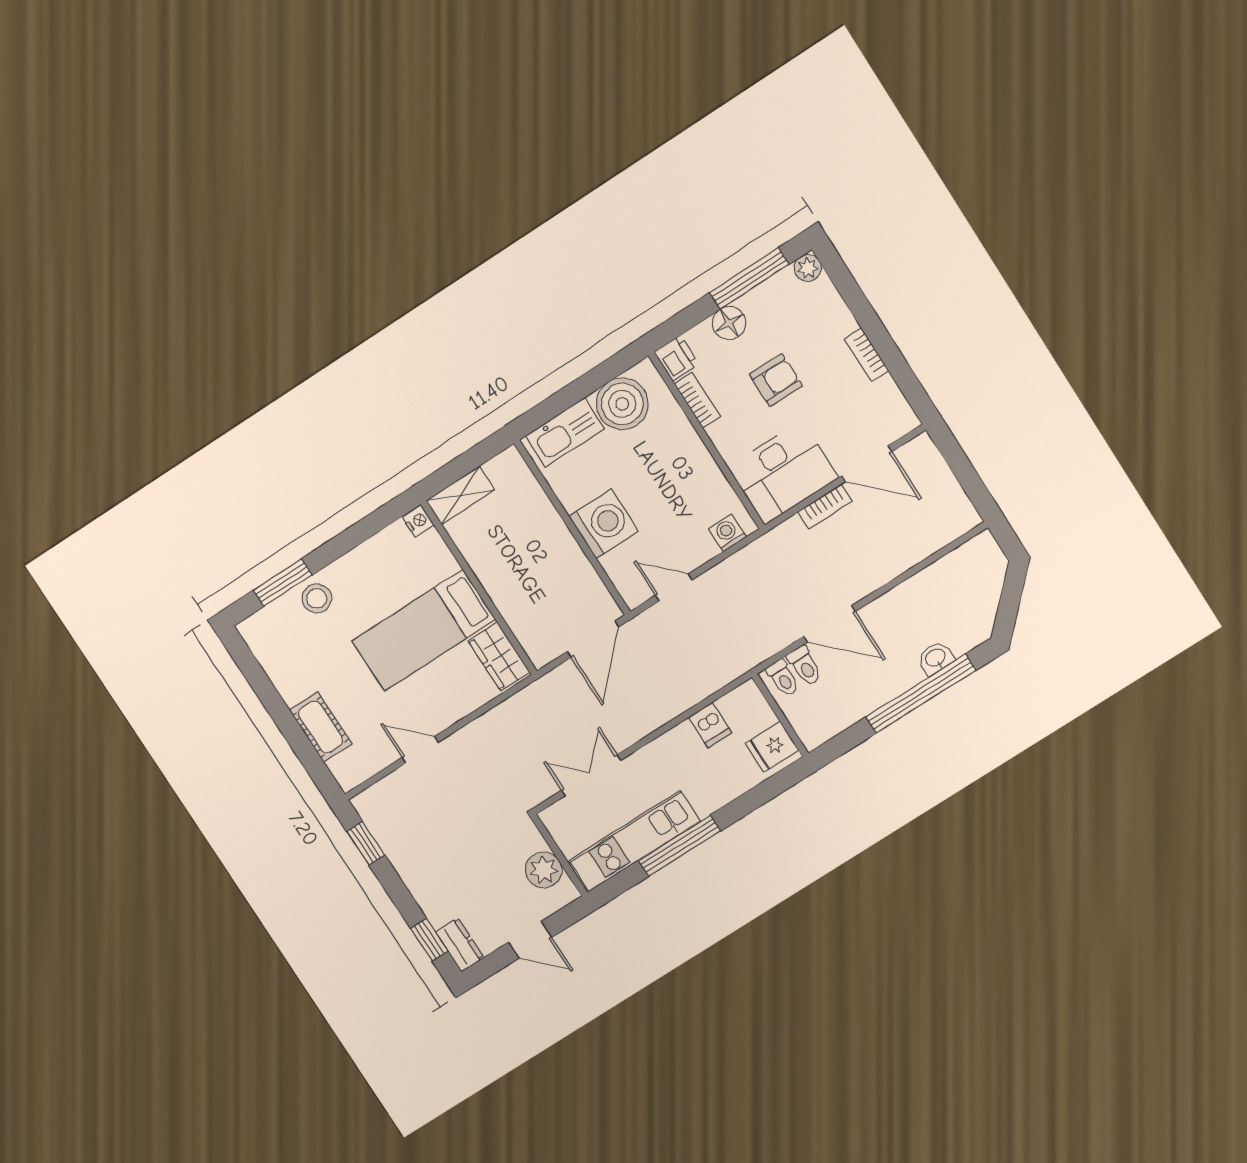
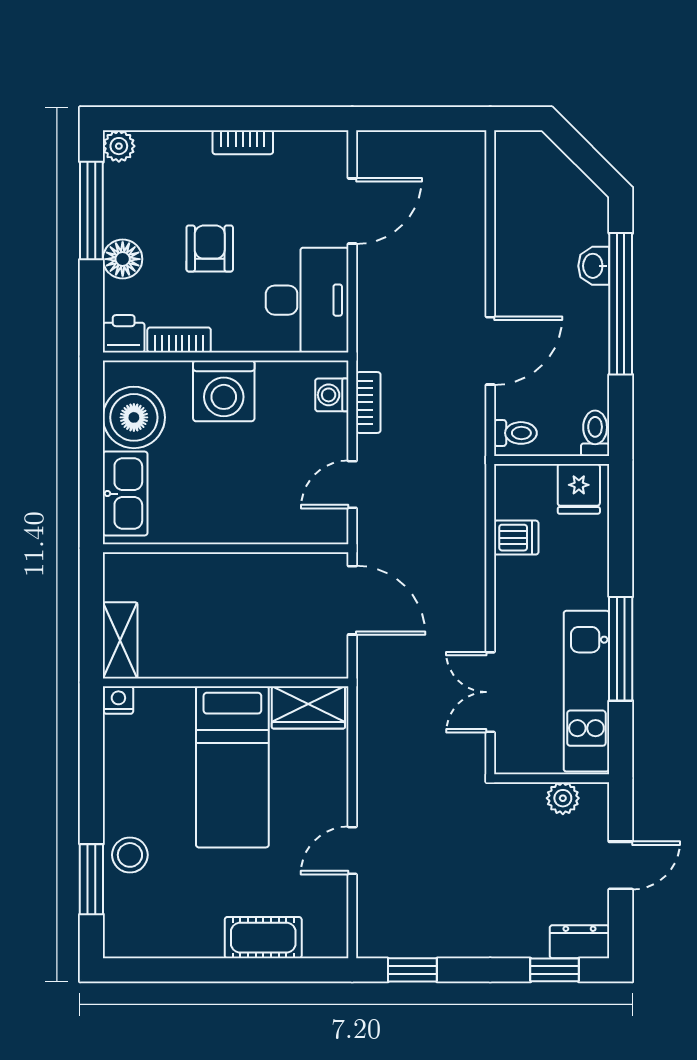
bookcase: (825, 506) -> (368, 402), moved
washing machine: (604, 524) -> (224, 391), moved, turned 180
toilet: (805, 666) -> (595, 433), moved, turned -90
plant: (544, 870) -> (563, 798), width x0.73, depth x0.73

